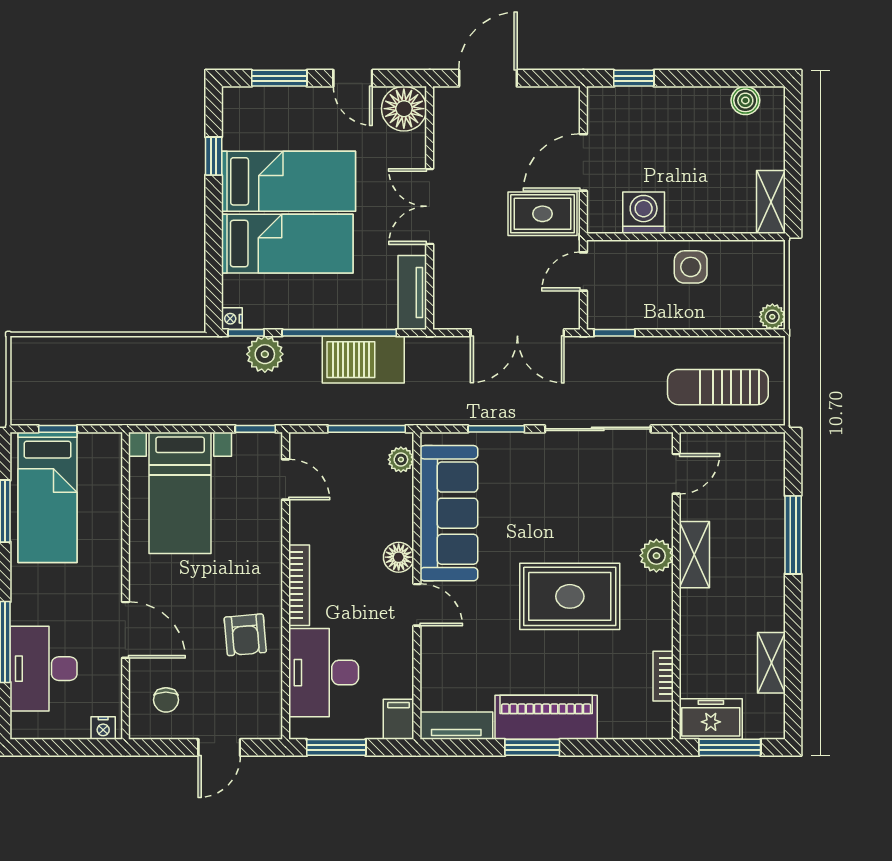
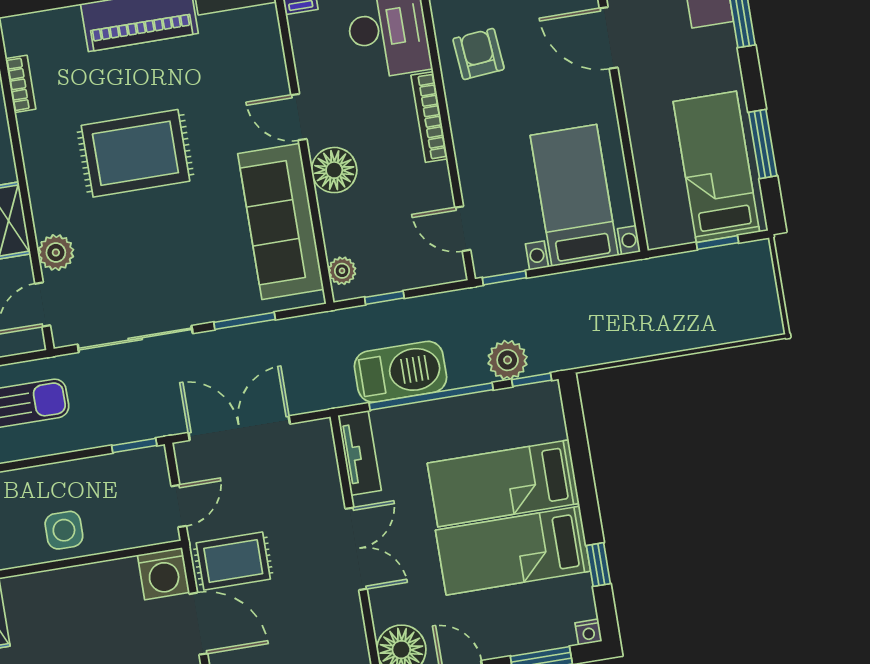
door: (583, 162) -> (198, 624), hinge flipped
washing machine: (644, 213) -> (163, 574), moved
nightstand: (232, 319) -> (588, 632), moved, turned 90
window: (367, 429) -> (384, 298), width x0.46
plant: (656, 556) -> (56, 253), moved
floor lamp: (399, 557) -> (334, 170), width x1.38, depth x1.38

